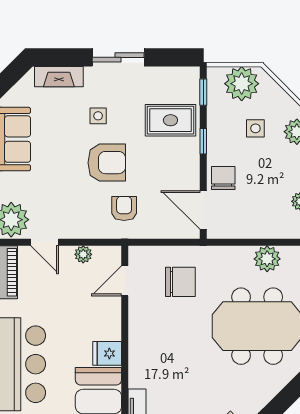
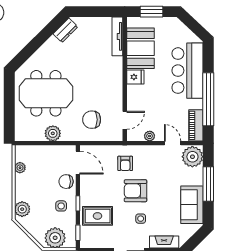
side table: (255, 128) -> (61, 206), moved
chair: (223, 178) -> (66, 182), turned 90
plant: (267, 259) -> (53, 133), moved

